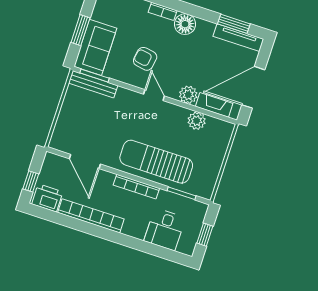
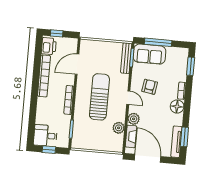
window: (80, 30) -> (158, 42), width x1.44
door: (154, 95) -> (128, 98), hinge flipped
sun lounger: (156, 162) -> (99, 97), moved
desk: (165, 229) -> (45, 136), moved

